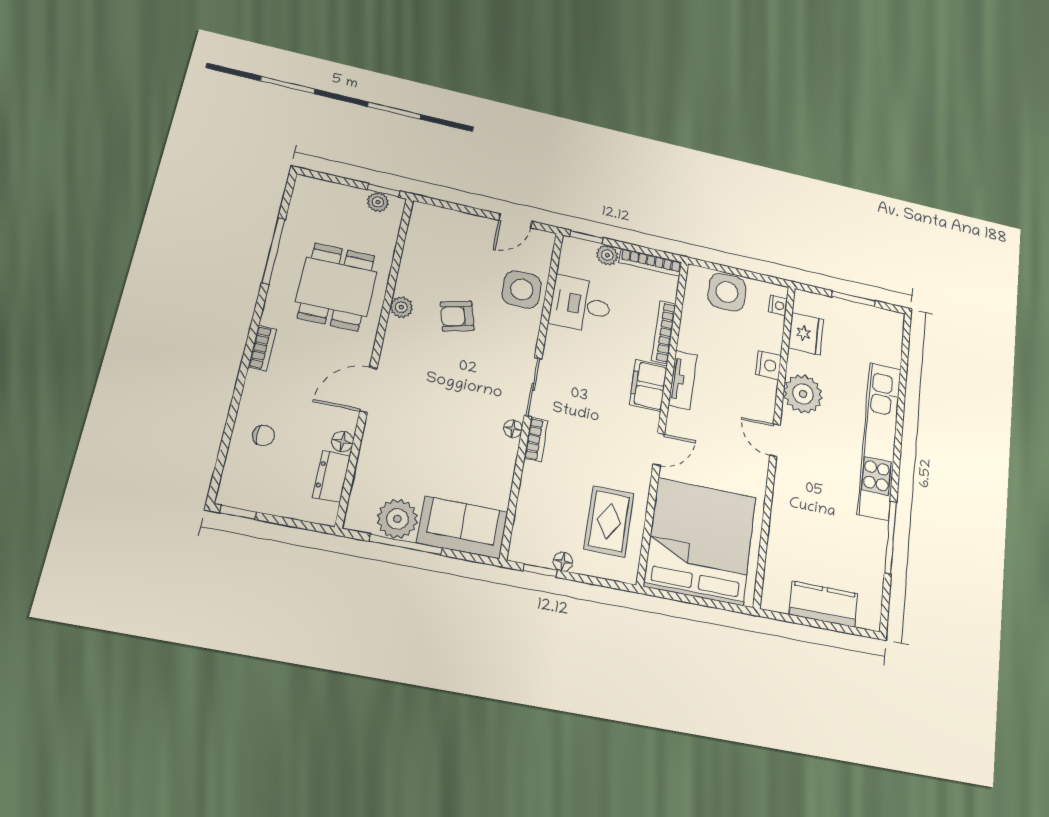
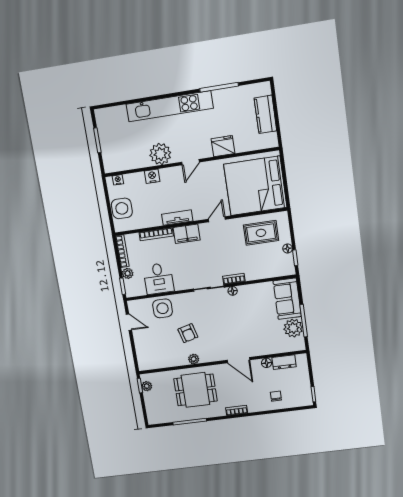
fridge: (806, 334) -> (223, 146), moved
door: (659, 449) -> (217, 219), hinge flipped

